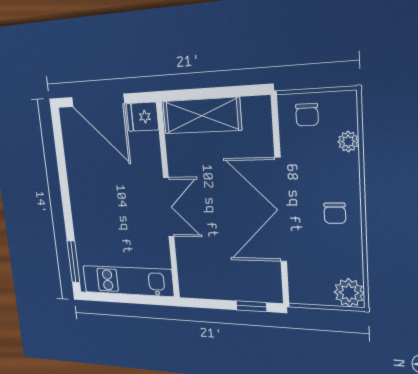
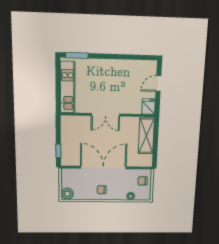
door: (98, 100) -> (158, 84), width x0.53

